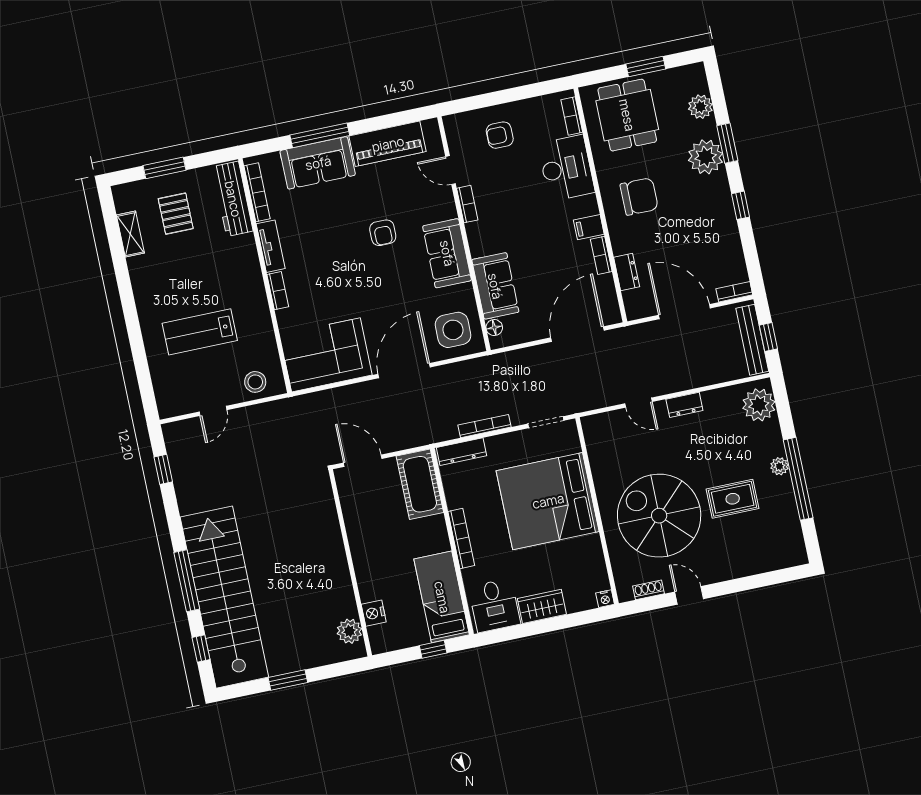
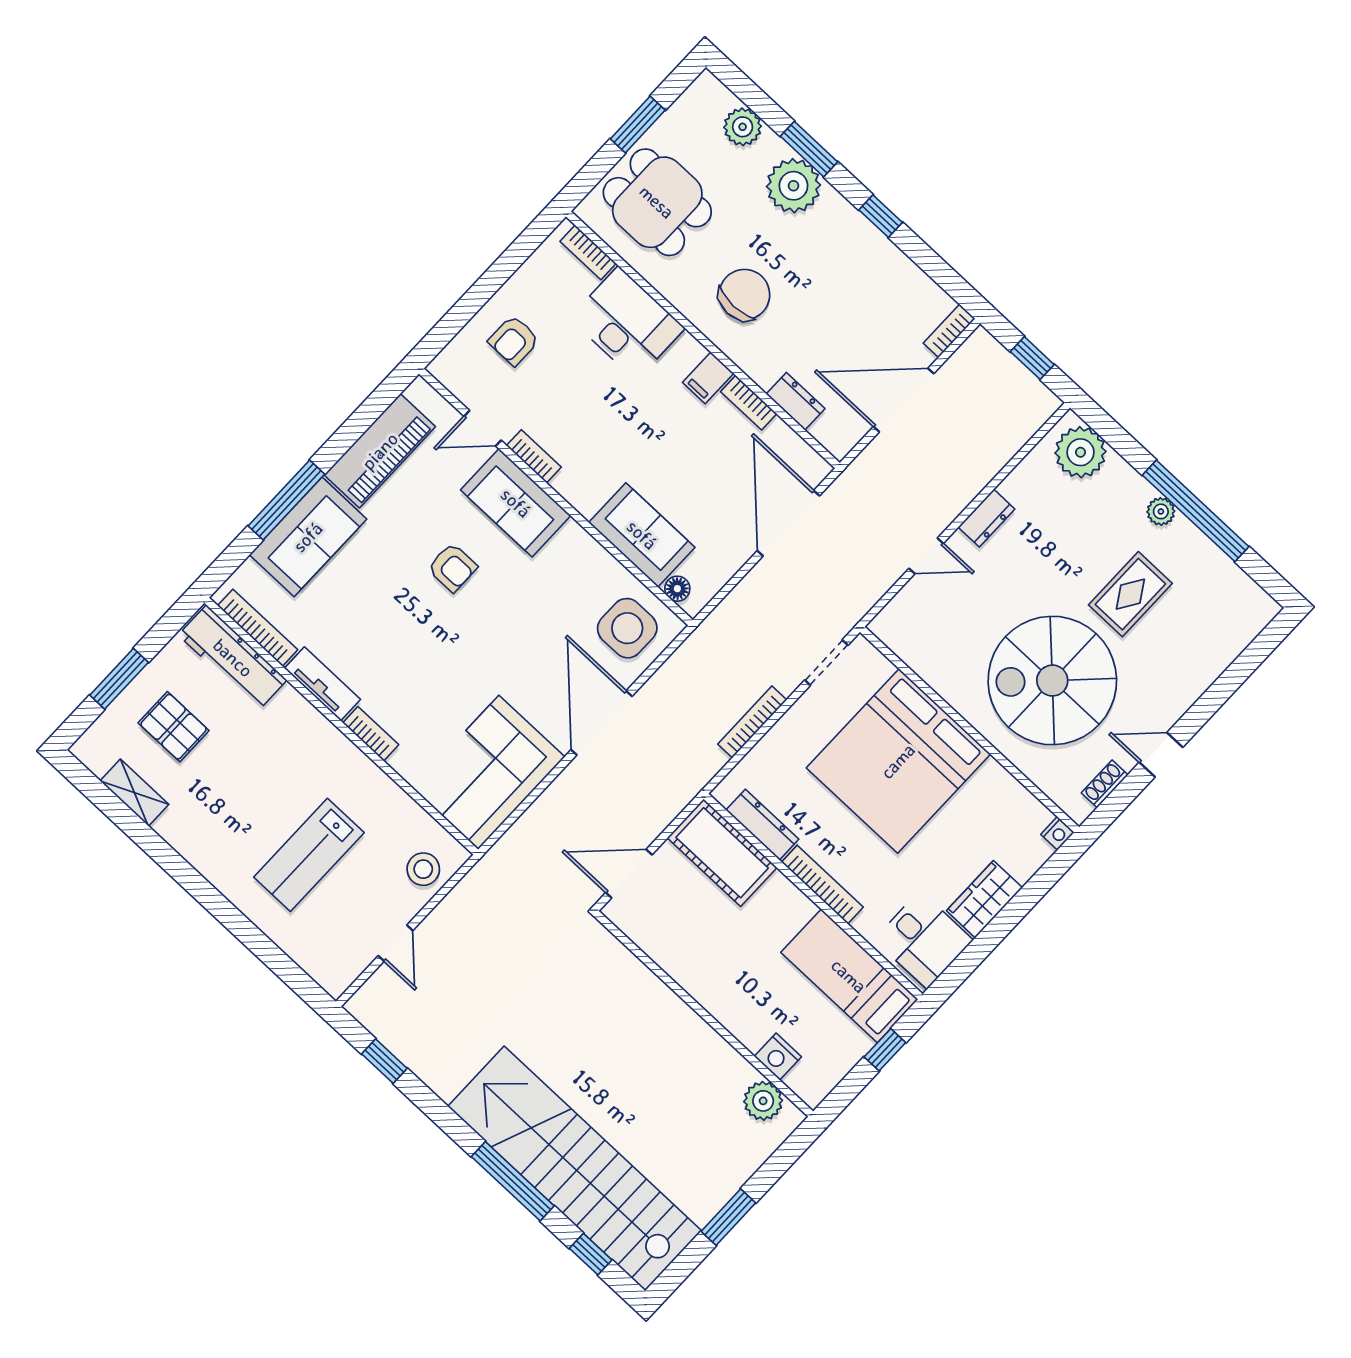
sofa: (447, 253) -> (516, 503), moved
bench: (752, 340) -> (1014, 376), removed
dresser: (462, 452) -> (762, 825), moved, turned -90

